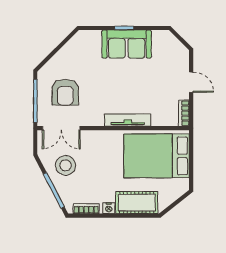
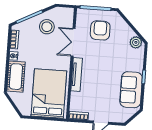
plant: (78, 42) -> (136, 42), added
sofa: (127, 44) -> (131, 90), moved
armchair: (65, 92) -> (100, 30), turned 90
double door: (61, 128) -> (73, 42), moved

